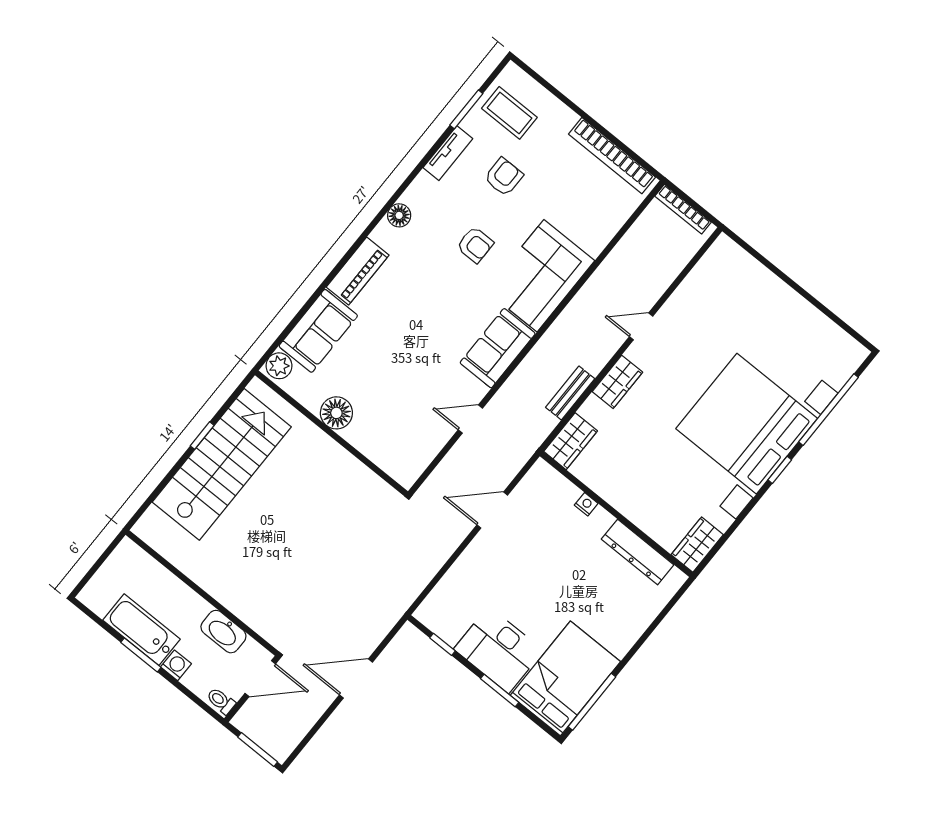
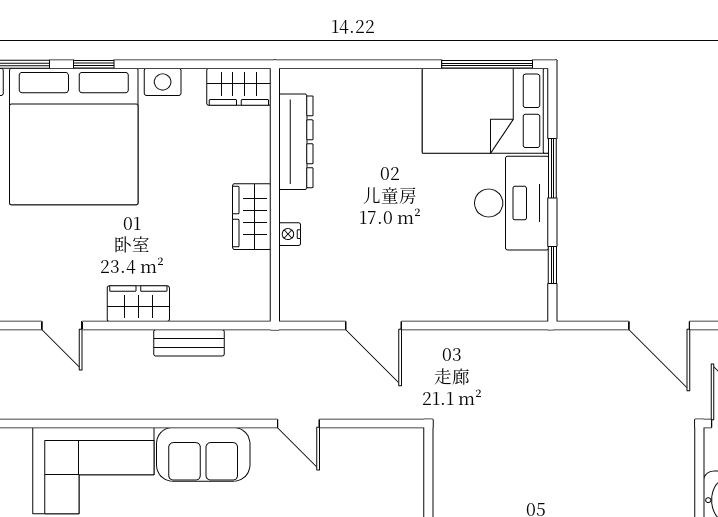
wardrobe: (571, 441) -> (252, 217), moved, turned -90

